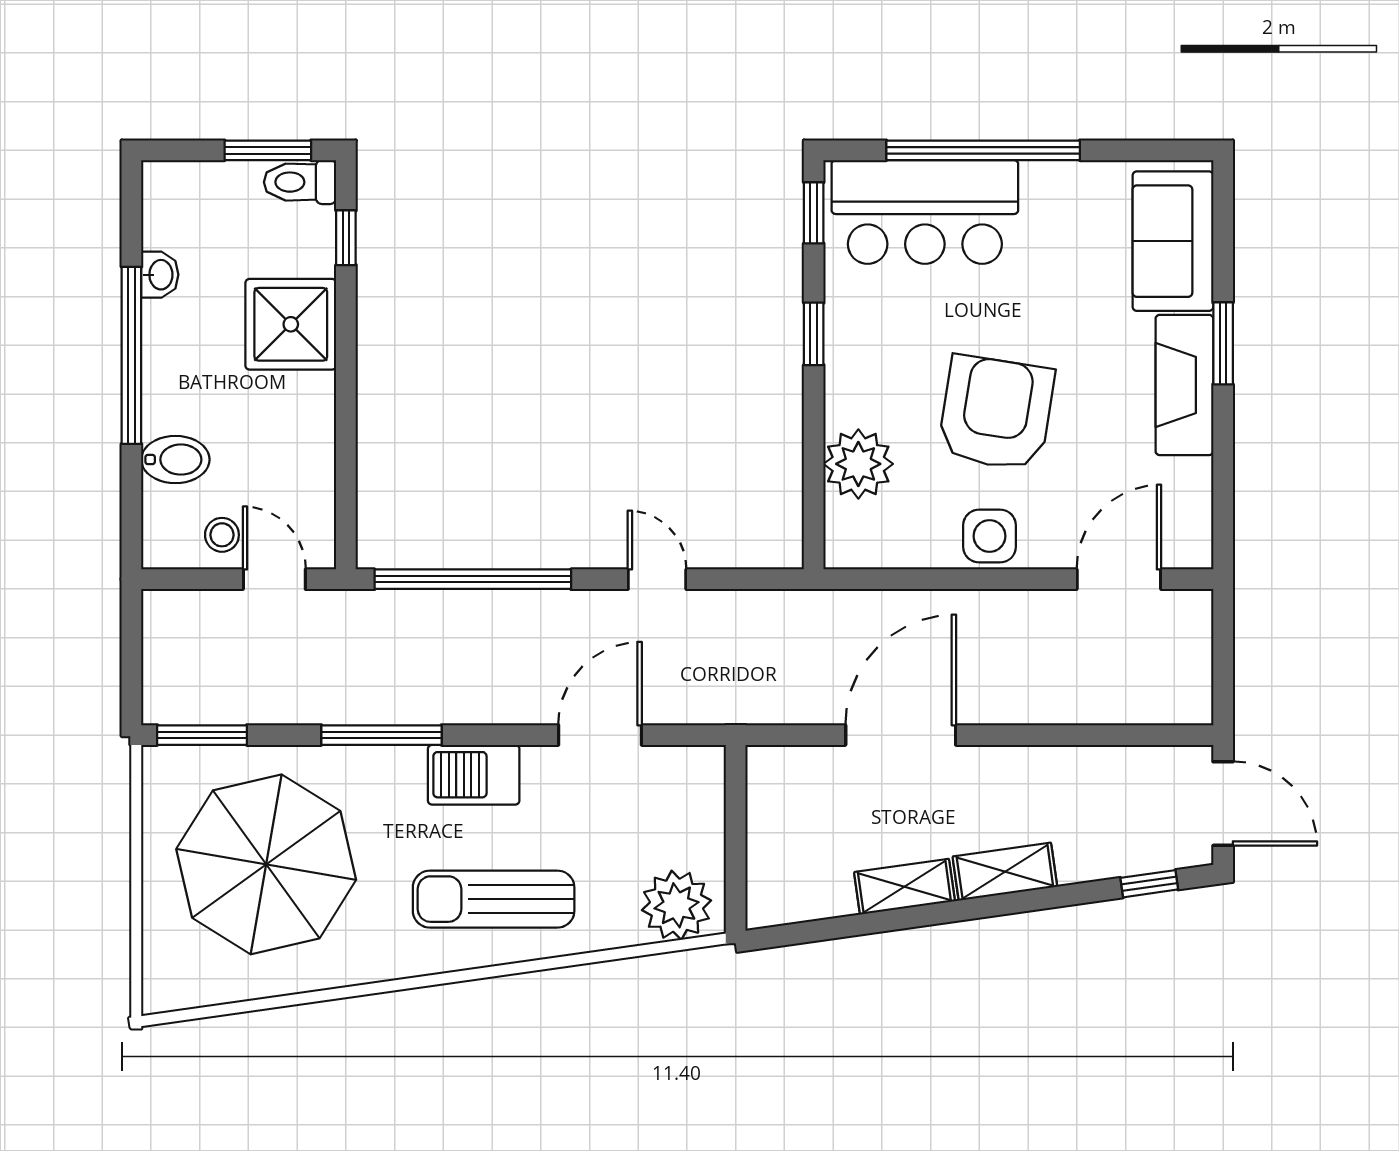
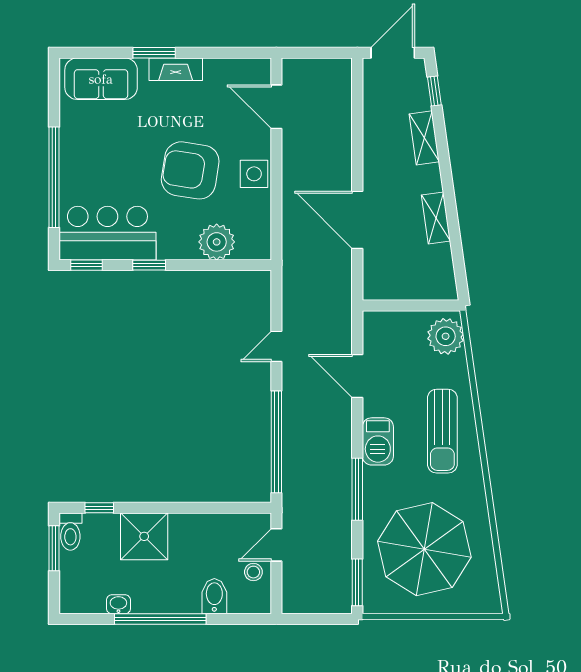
bar counter: (925, 212) -> (107, 233), moved, turned -90
fireplace: (1184, 385) -> (176, 69), width x0.73, depth x0.76
shelving: (1005, 872) -> (424, 138), moved

